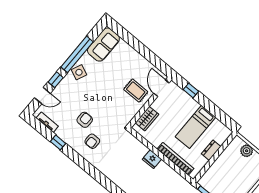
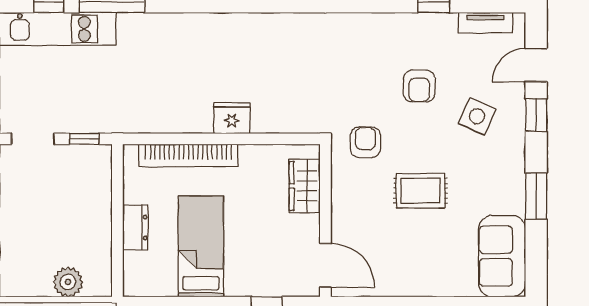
window: (77, 54) -> (536, 196), width x0.47
side table: (79, 72) -> (477, 116), moved
rug: (136, 91) -> (420, 191), moved
armchair: (92, 141) -> (365, 142), moved

